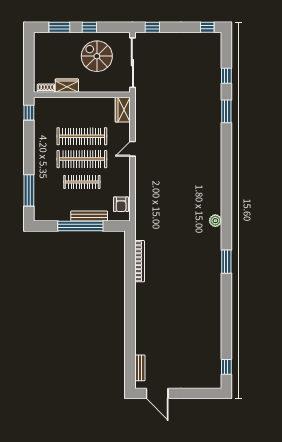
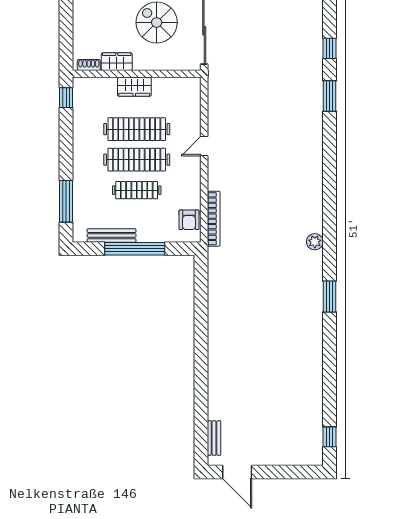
wardrobe: (123, 110) -> (134, 87), moved, turned -90
bench: (89, 216) -> (112, 236), moved
bookcase: (140, 261) -> (214, 219), moved

